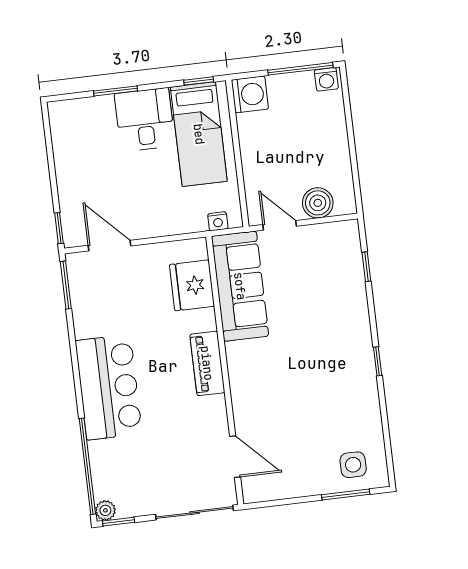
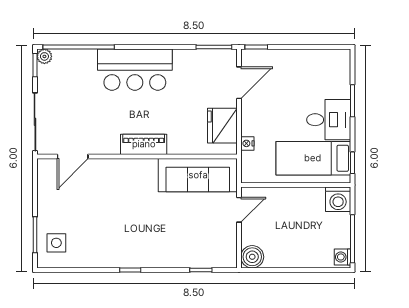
boiler: (318, 203) -> (252, 257), moved
nightstand: (218, 221) -> (247, 143), moved
fridge: (192, 285) -> (222, 126), moved, turned -90

